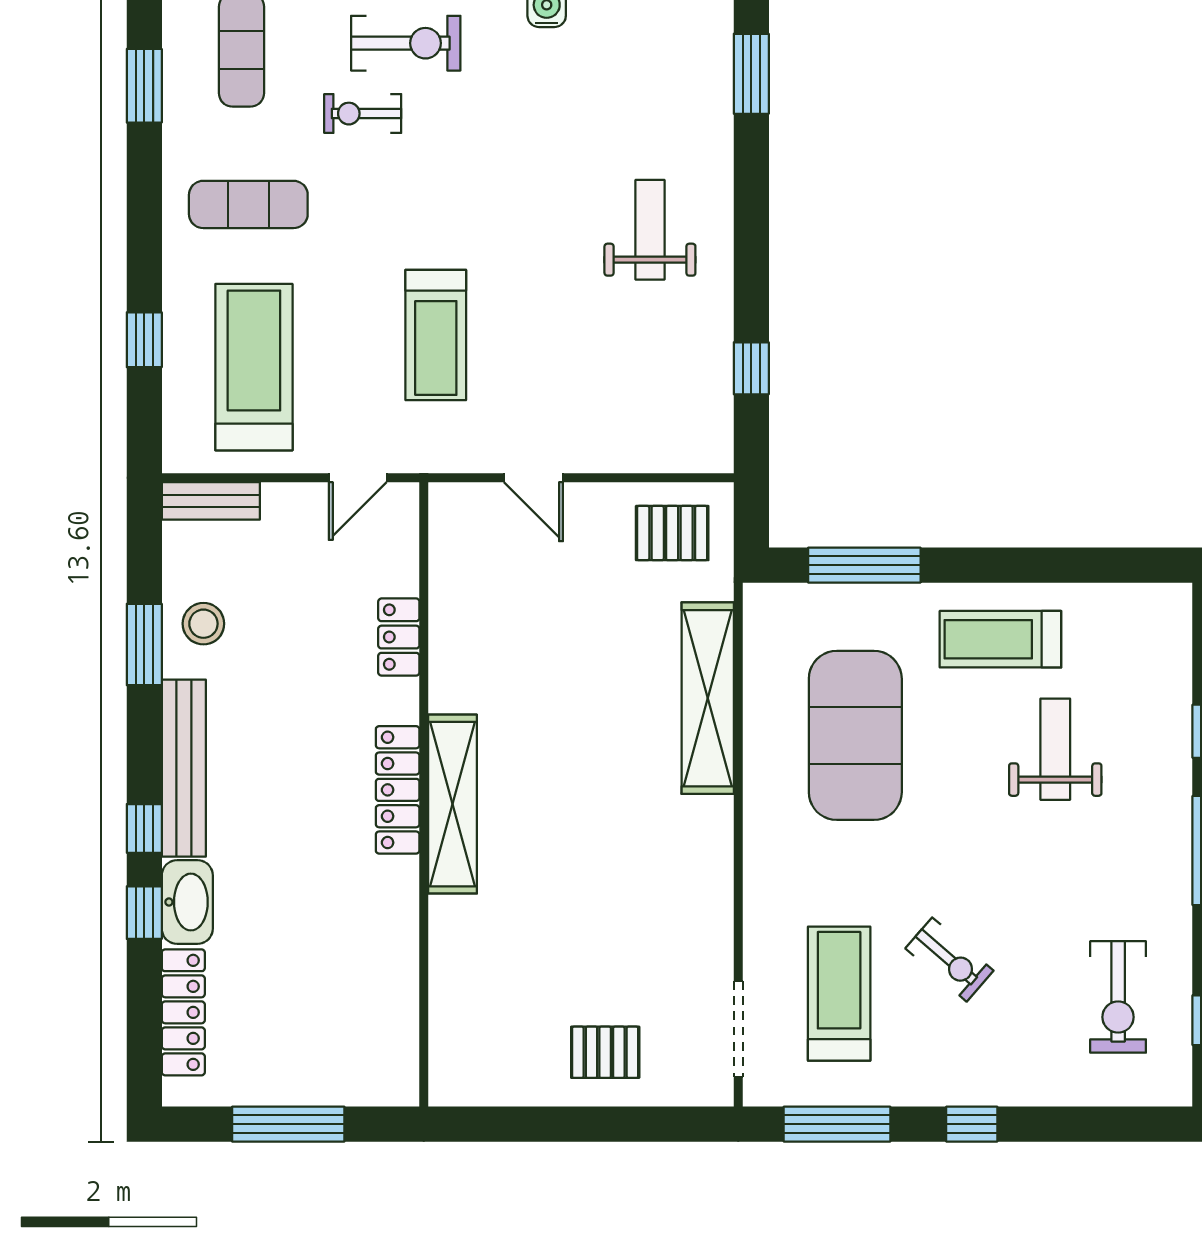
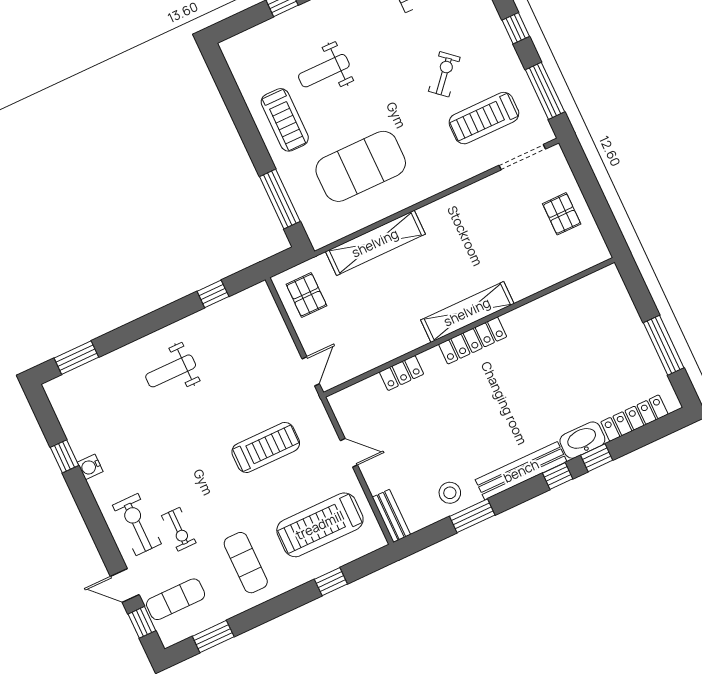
locker: (399, 637) -> (402, 373), moved
locker: (398, 790) -> (473, 340), moved
wall: (424, 794) -> (469, 327), moved
shelving: (453, 804) -> (467, 312), moved

